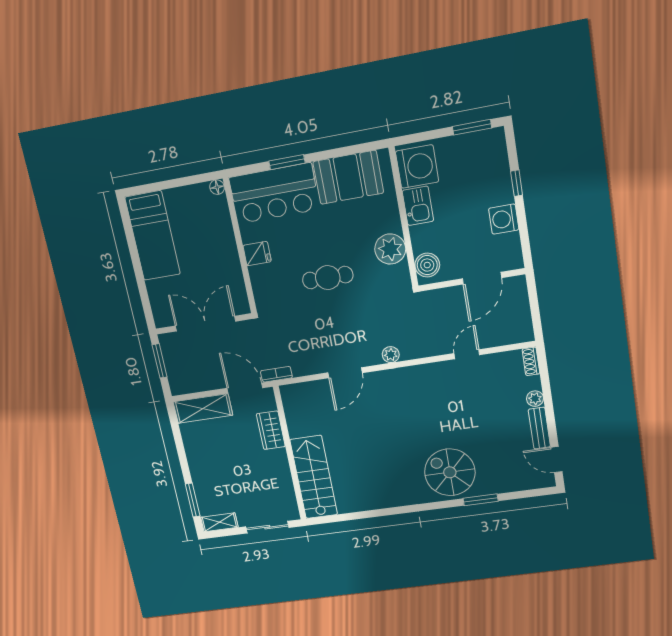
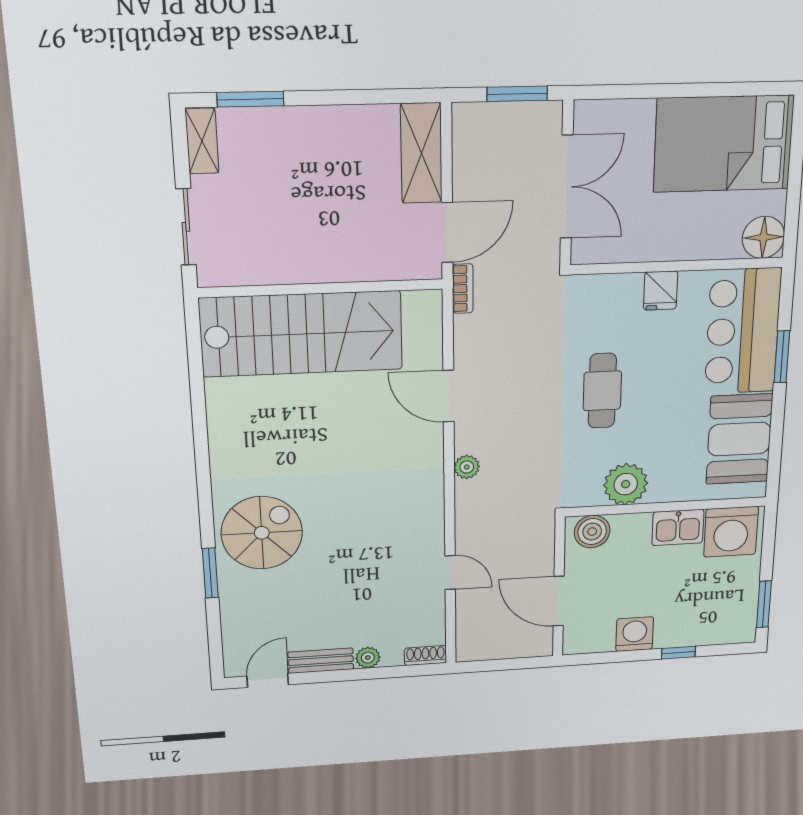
floor lamp: (217, 187) -> (763, 237), width x1.89, depth x1.89
bed: (153, 236) -> (724, 144), width x1.50
wardrobe: (271, 430) -> (367, 263), removed
stairs: (314, 477) -> (302, 334), width x1.36, depth x1.51

